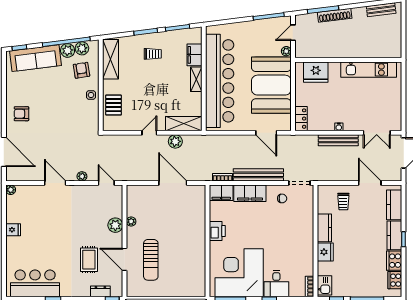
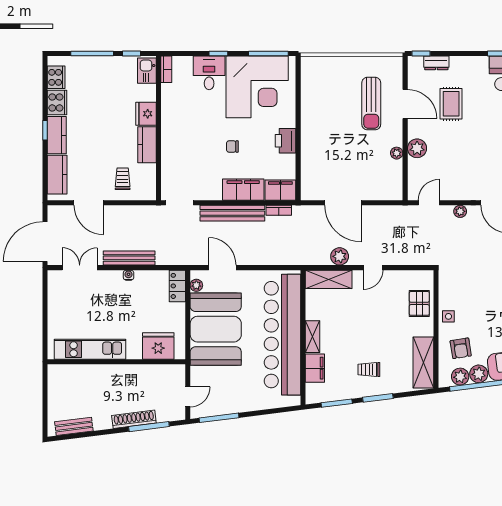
plant: (286, 51) -> (196, 285), moved
door: (106, 183) -> (429, 203), swing flipped
chair: (282, 198) -> (232, 146), moved
sun lounger: (151, 260) -> (371, 104), turned 180

